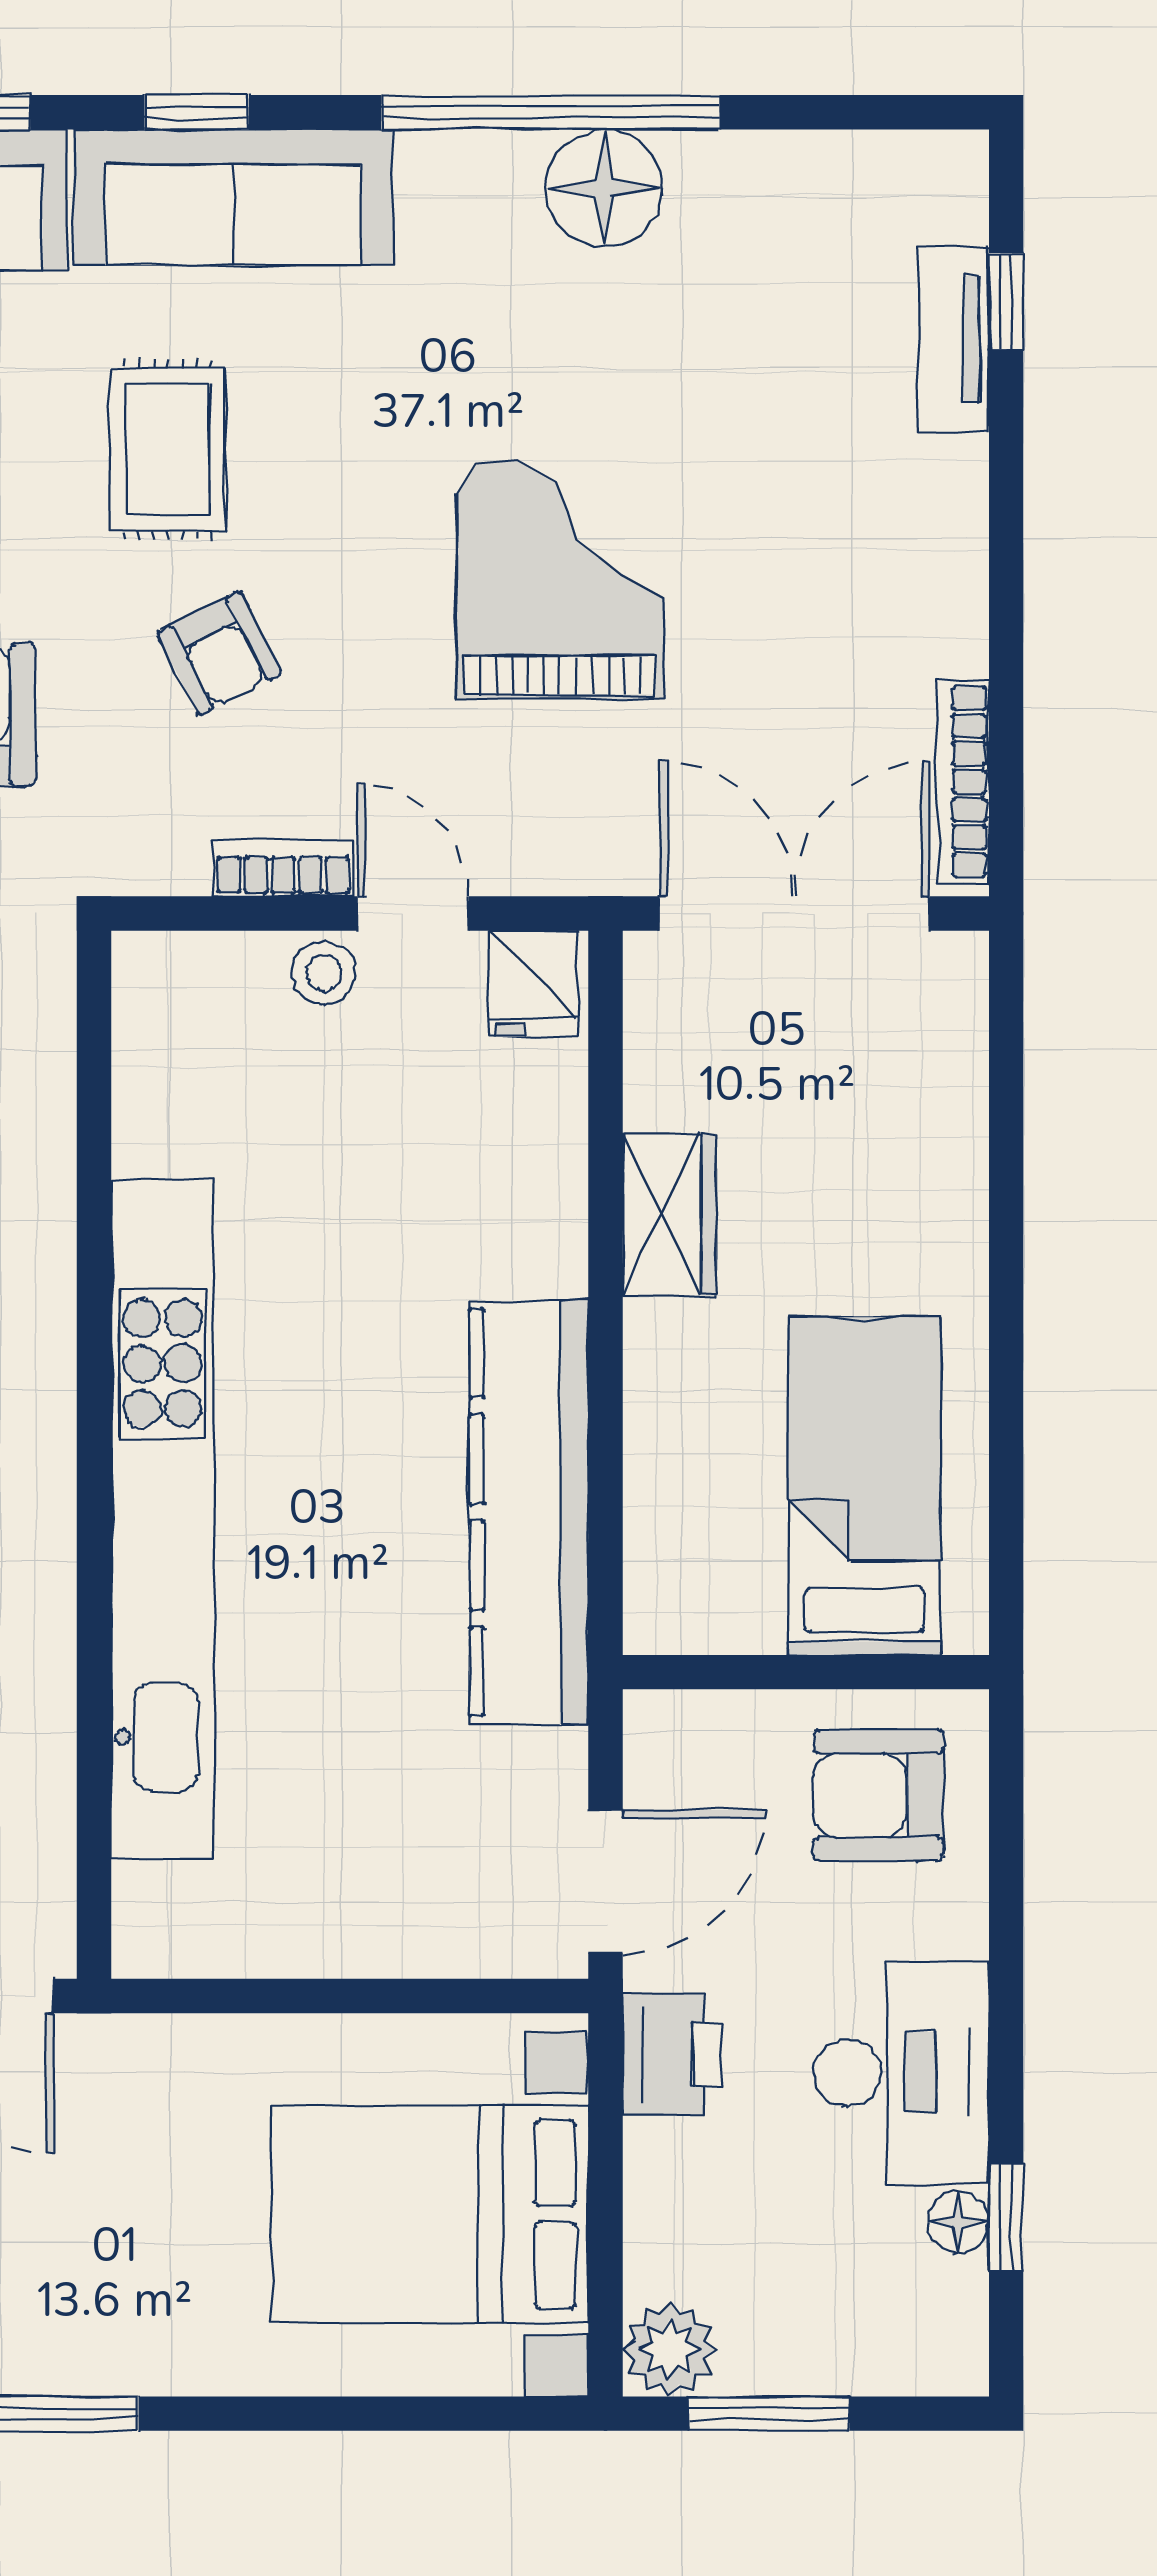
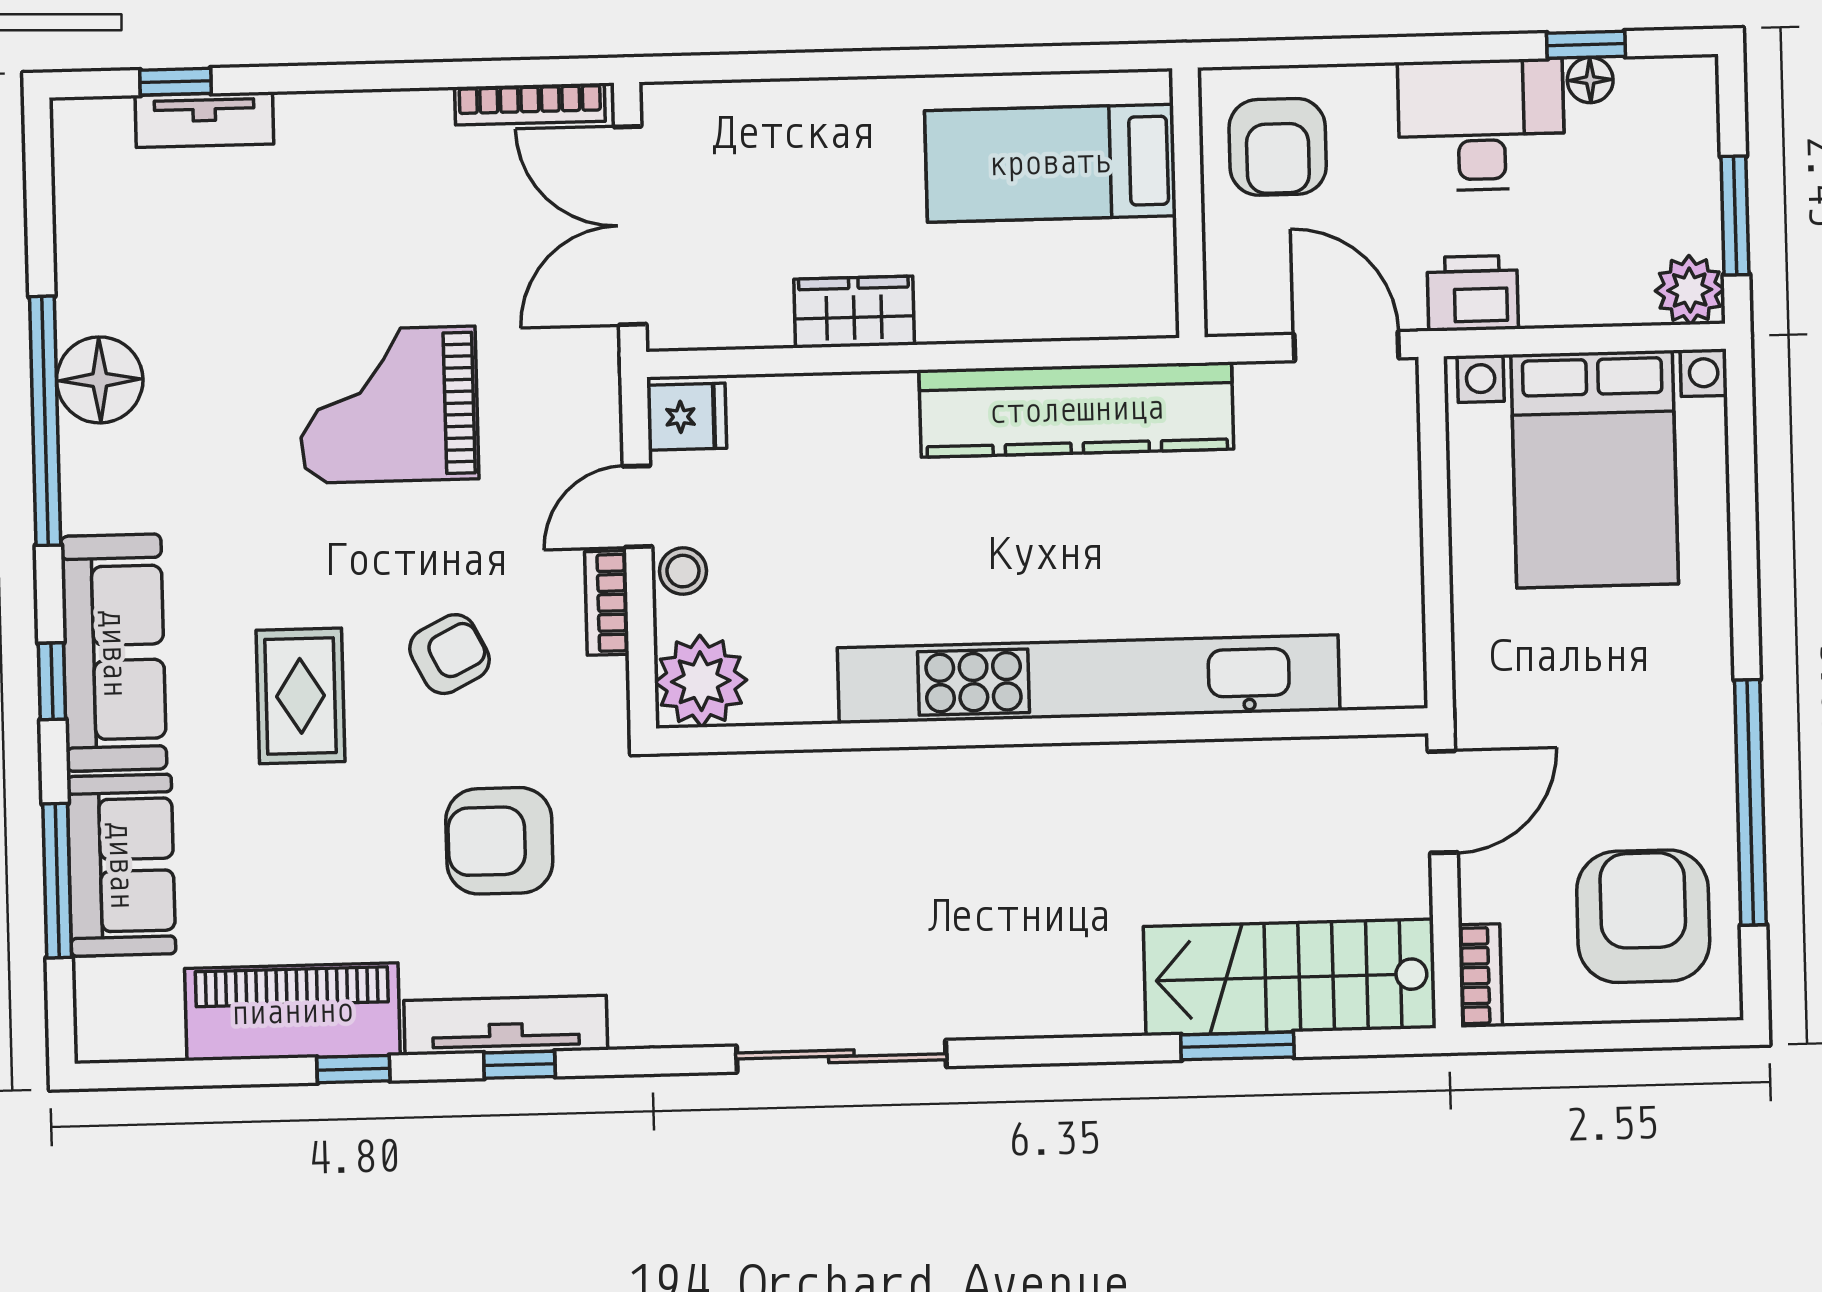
rug: (168, 449) -> (301, 696), turned 90
plant: (174, 993) -> (701, 681), added

